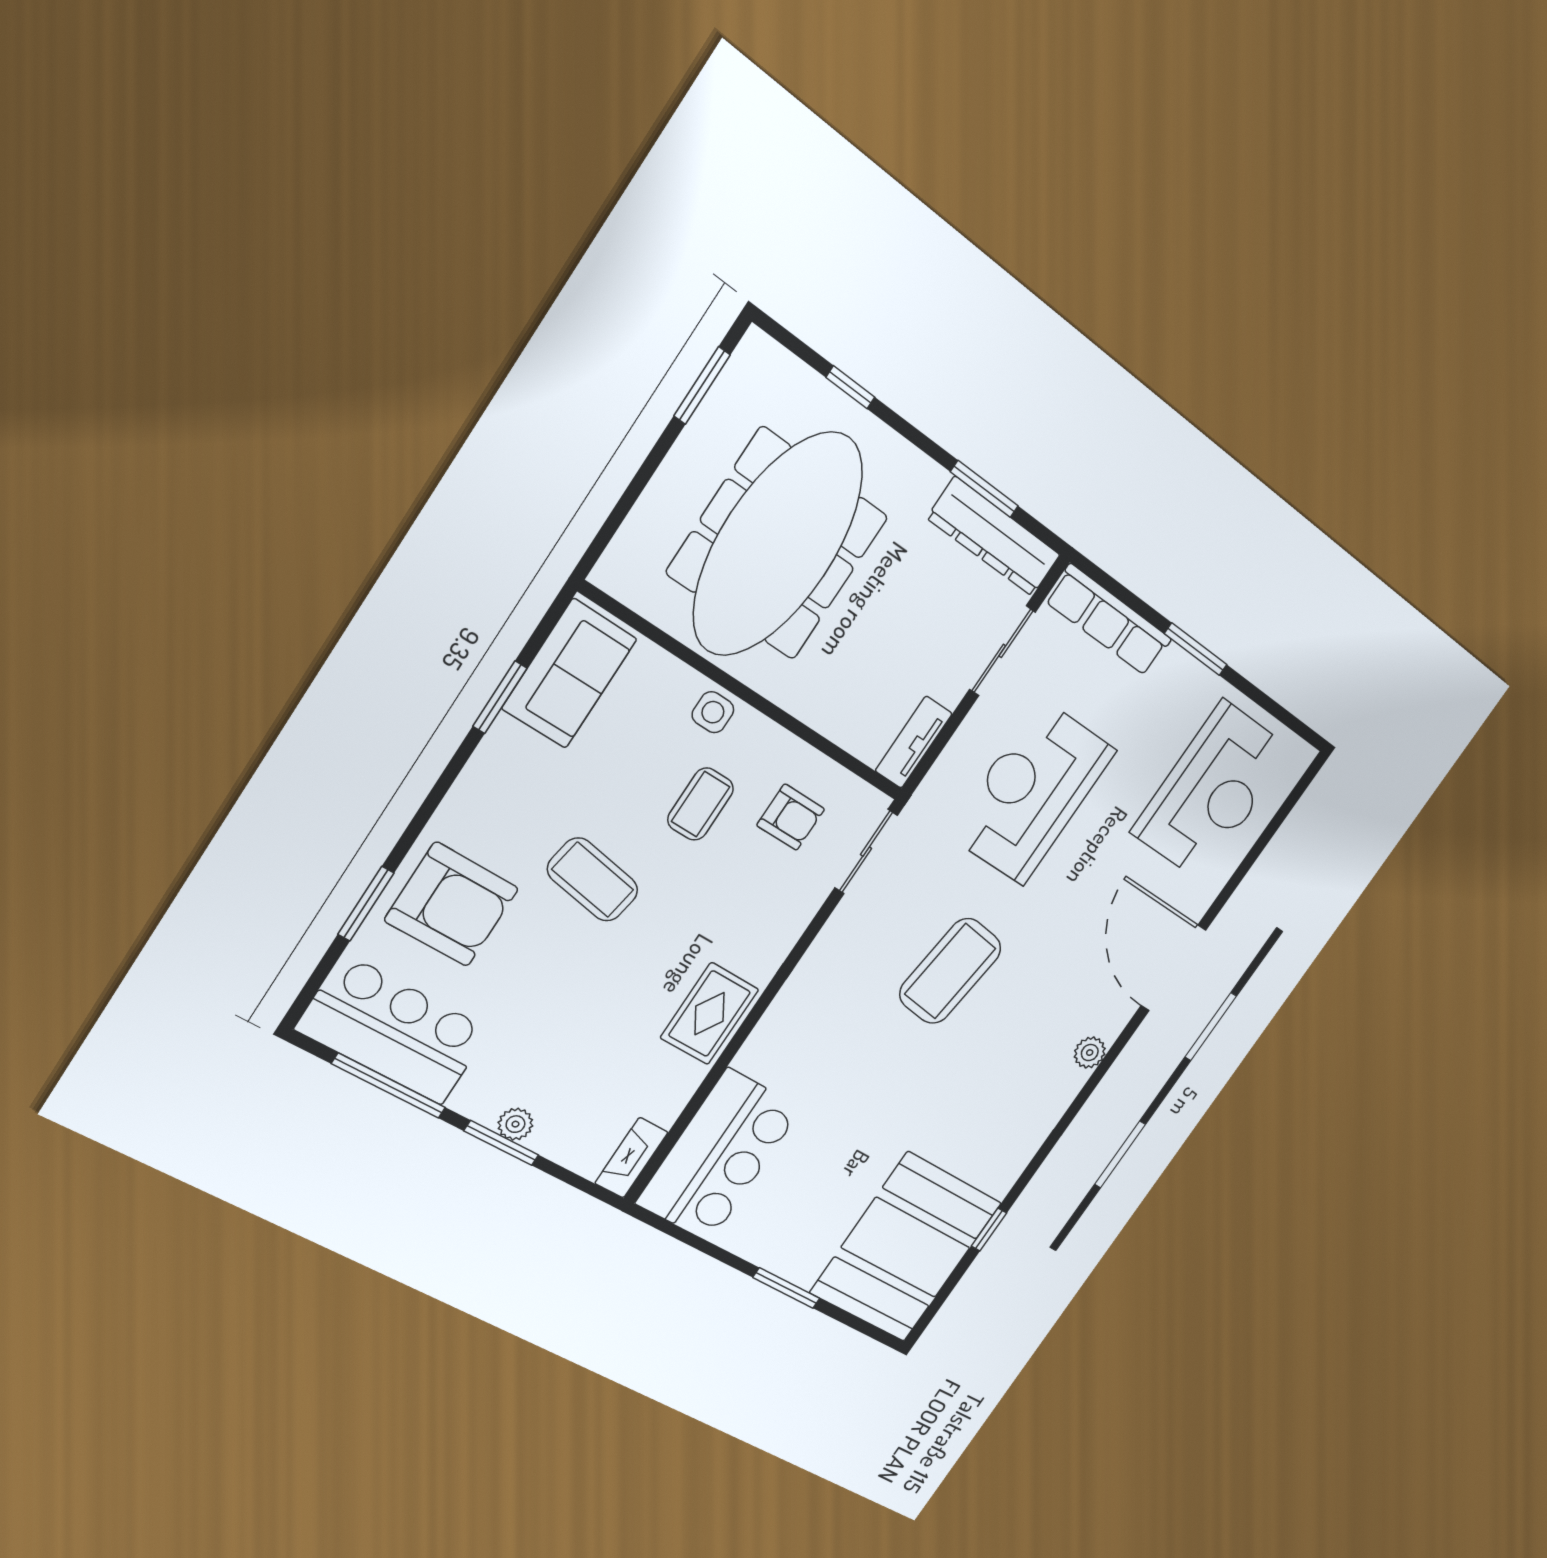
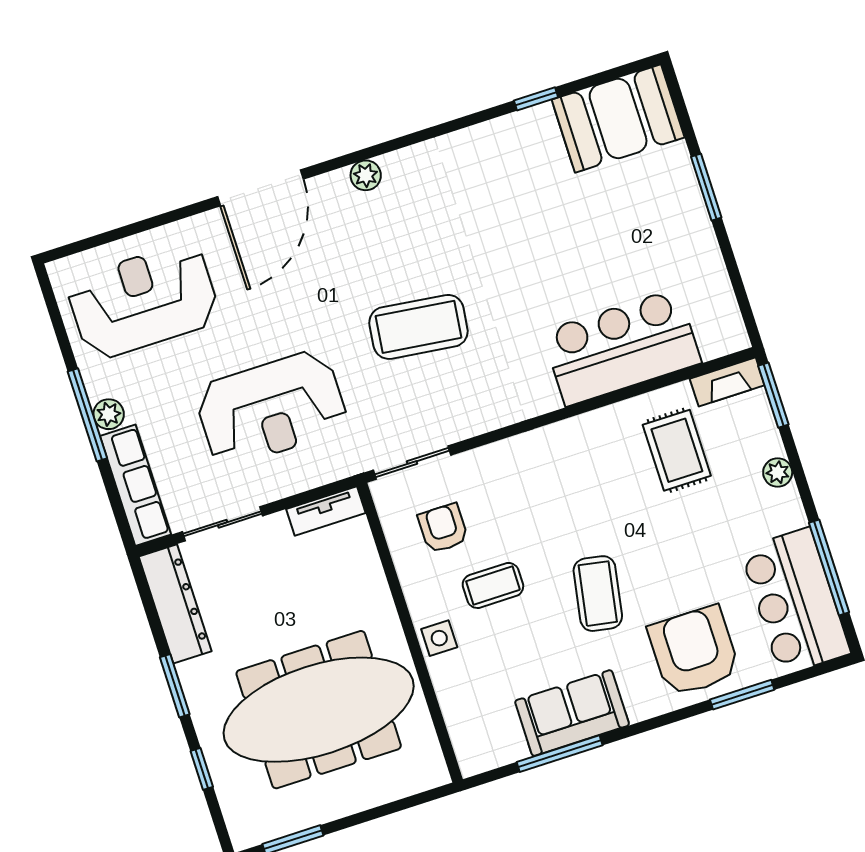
window: (984, 489) -> (175, 686), moved
window: (1196, 649) -> (87, 415), width x1.44
plant: (1177, 666) -> (109, 414), added
sofa: (569, 674) -> (572, 713), moved
window: (500, 697) -> (560, 754), width x1.44
rug: (709, 1014) -> (677, 450), moved, turned 90
window: (501, 1143) -> (773, 395), moved
bar counter: (719, 1156) -> (622, 347), moved
booth: (906, 1248) -> (618, 119), width x0.73, depth x0.70

